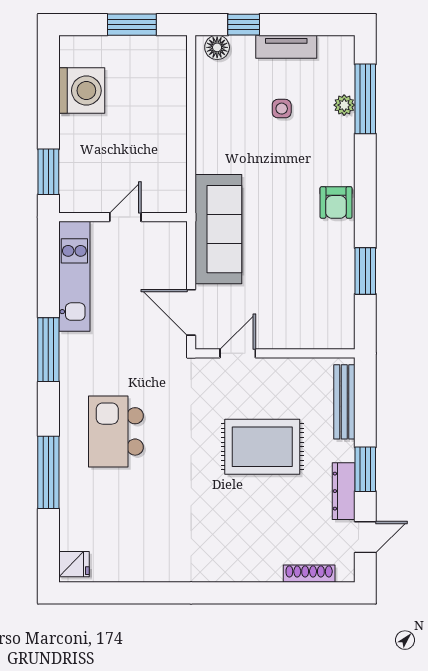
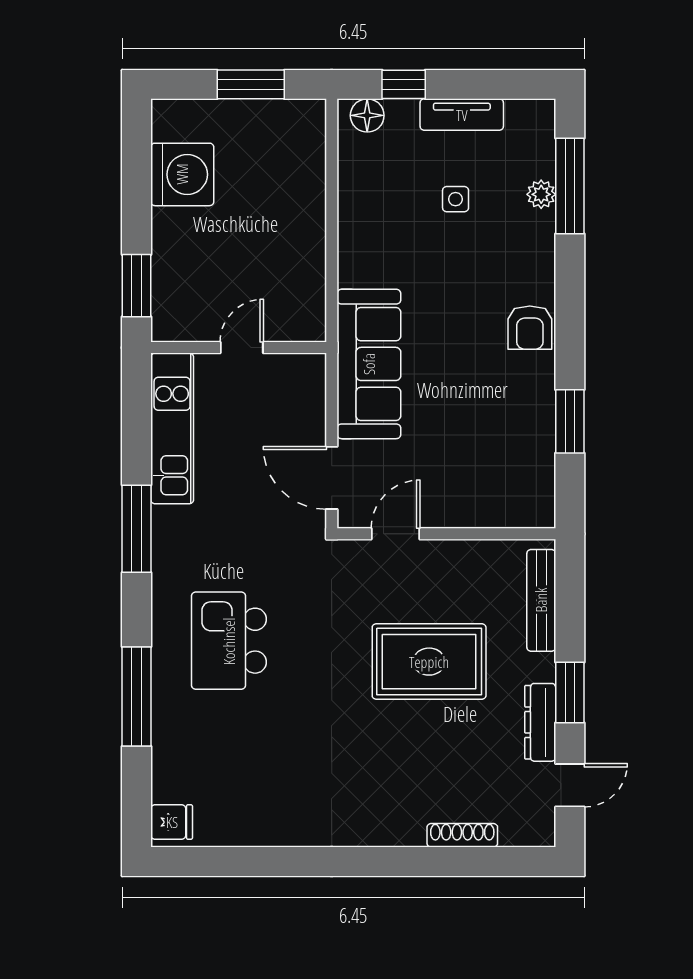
shoe rack: (309, 574) -> (462, 835), moved

